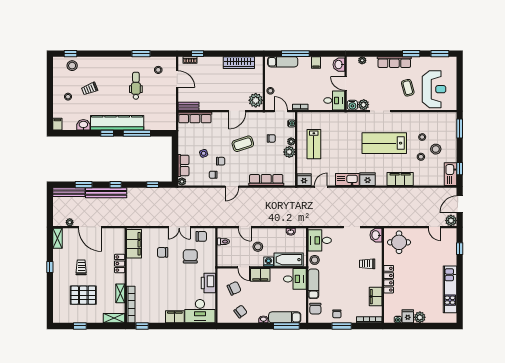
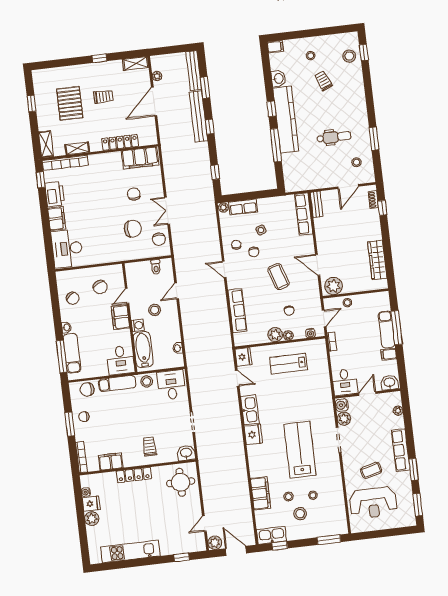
exam couch: (283, 62) -> (387, 330), moved
filing cabinet: (400, 179) -> (261, 493), moved
locker: (120, 264) -> (120, 142), width x1.53
printer: (208, 283) -> (55, 194), moved, turned 90

